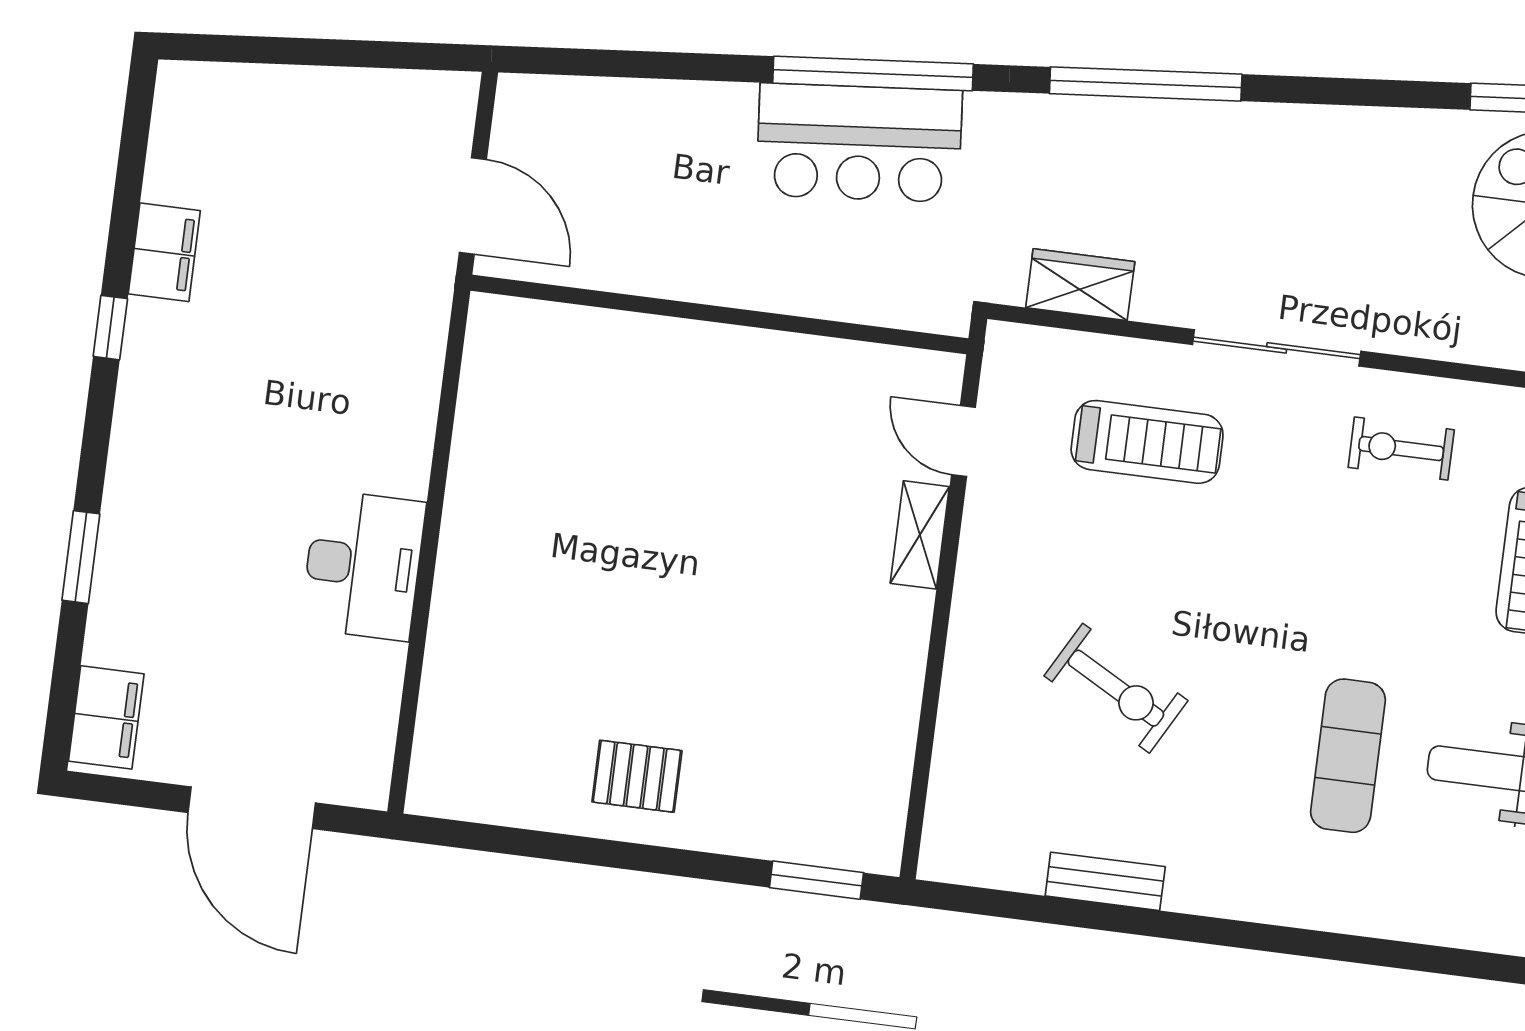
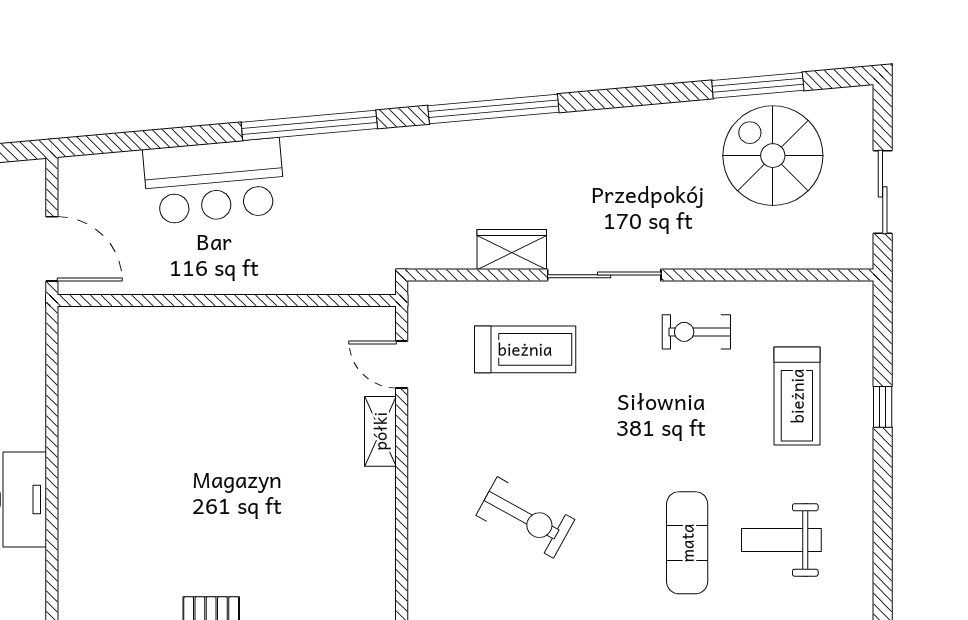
bar counter: (859, 143) -> (214, 181), moved
wardrobe: (1080, 285) -> (512, 249), moved

